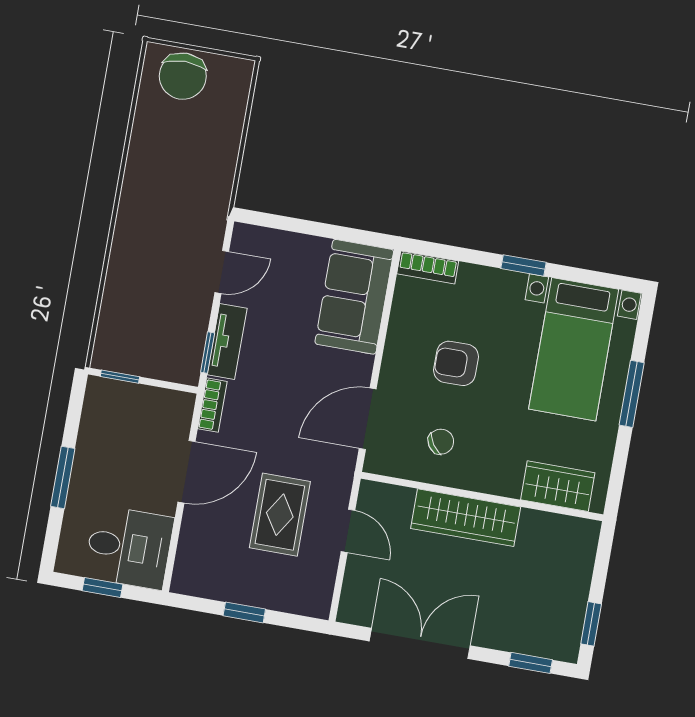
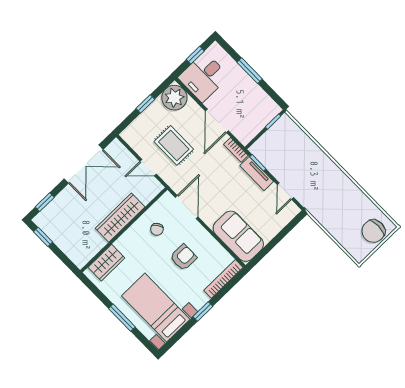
chair: (183, 76) -> (373, 231), turned -90
bookcase: (428, 267) -> (223, 279), width x1.56
plant: (199, 571) -> (174, 98), added

